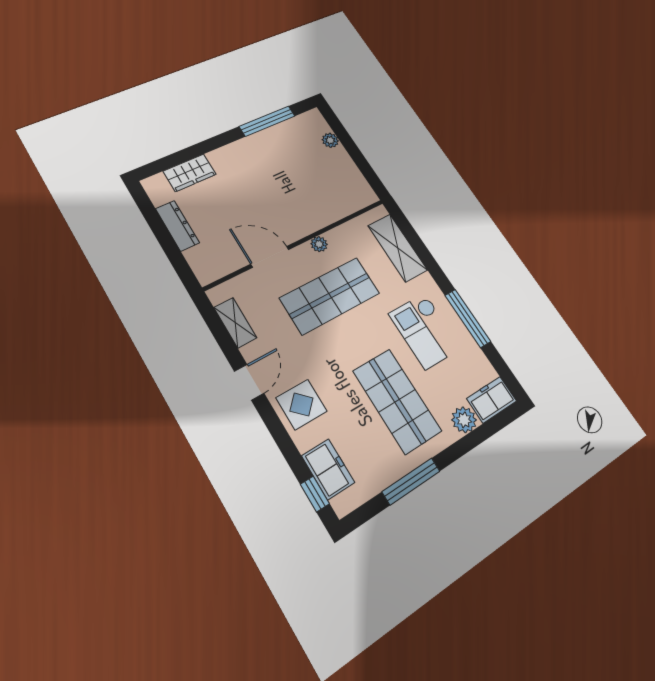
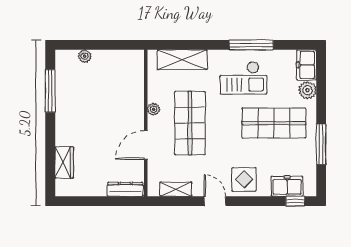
dresser: (177, 226) -> (125, 189), moved

